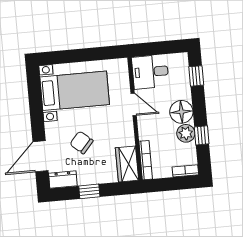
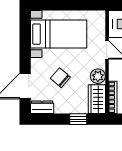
plant: (126, 137) -> (98, 76), added
window: (89, 191) -> (78, 119), moved

